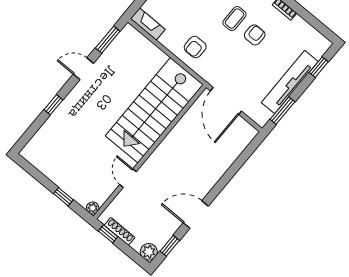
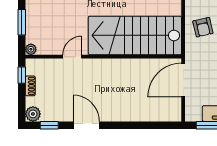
armchair: (195, 47) -> (203, 27), turned -103
window: (63, 197) -> (22, 22), width x1.50
shoe rack: (120, 231) -> (30, 86), width x0.70

